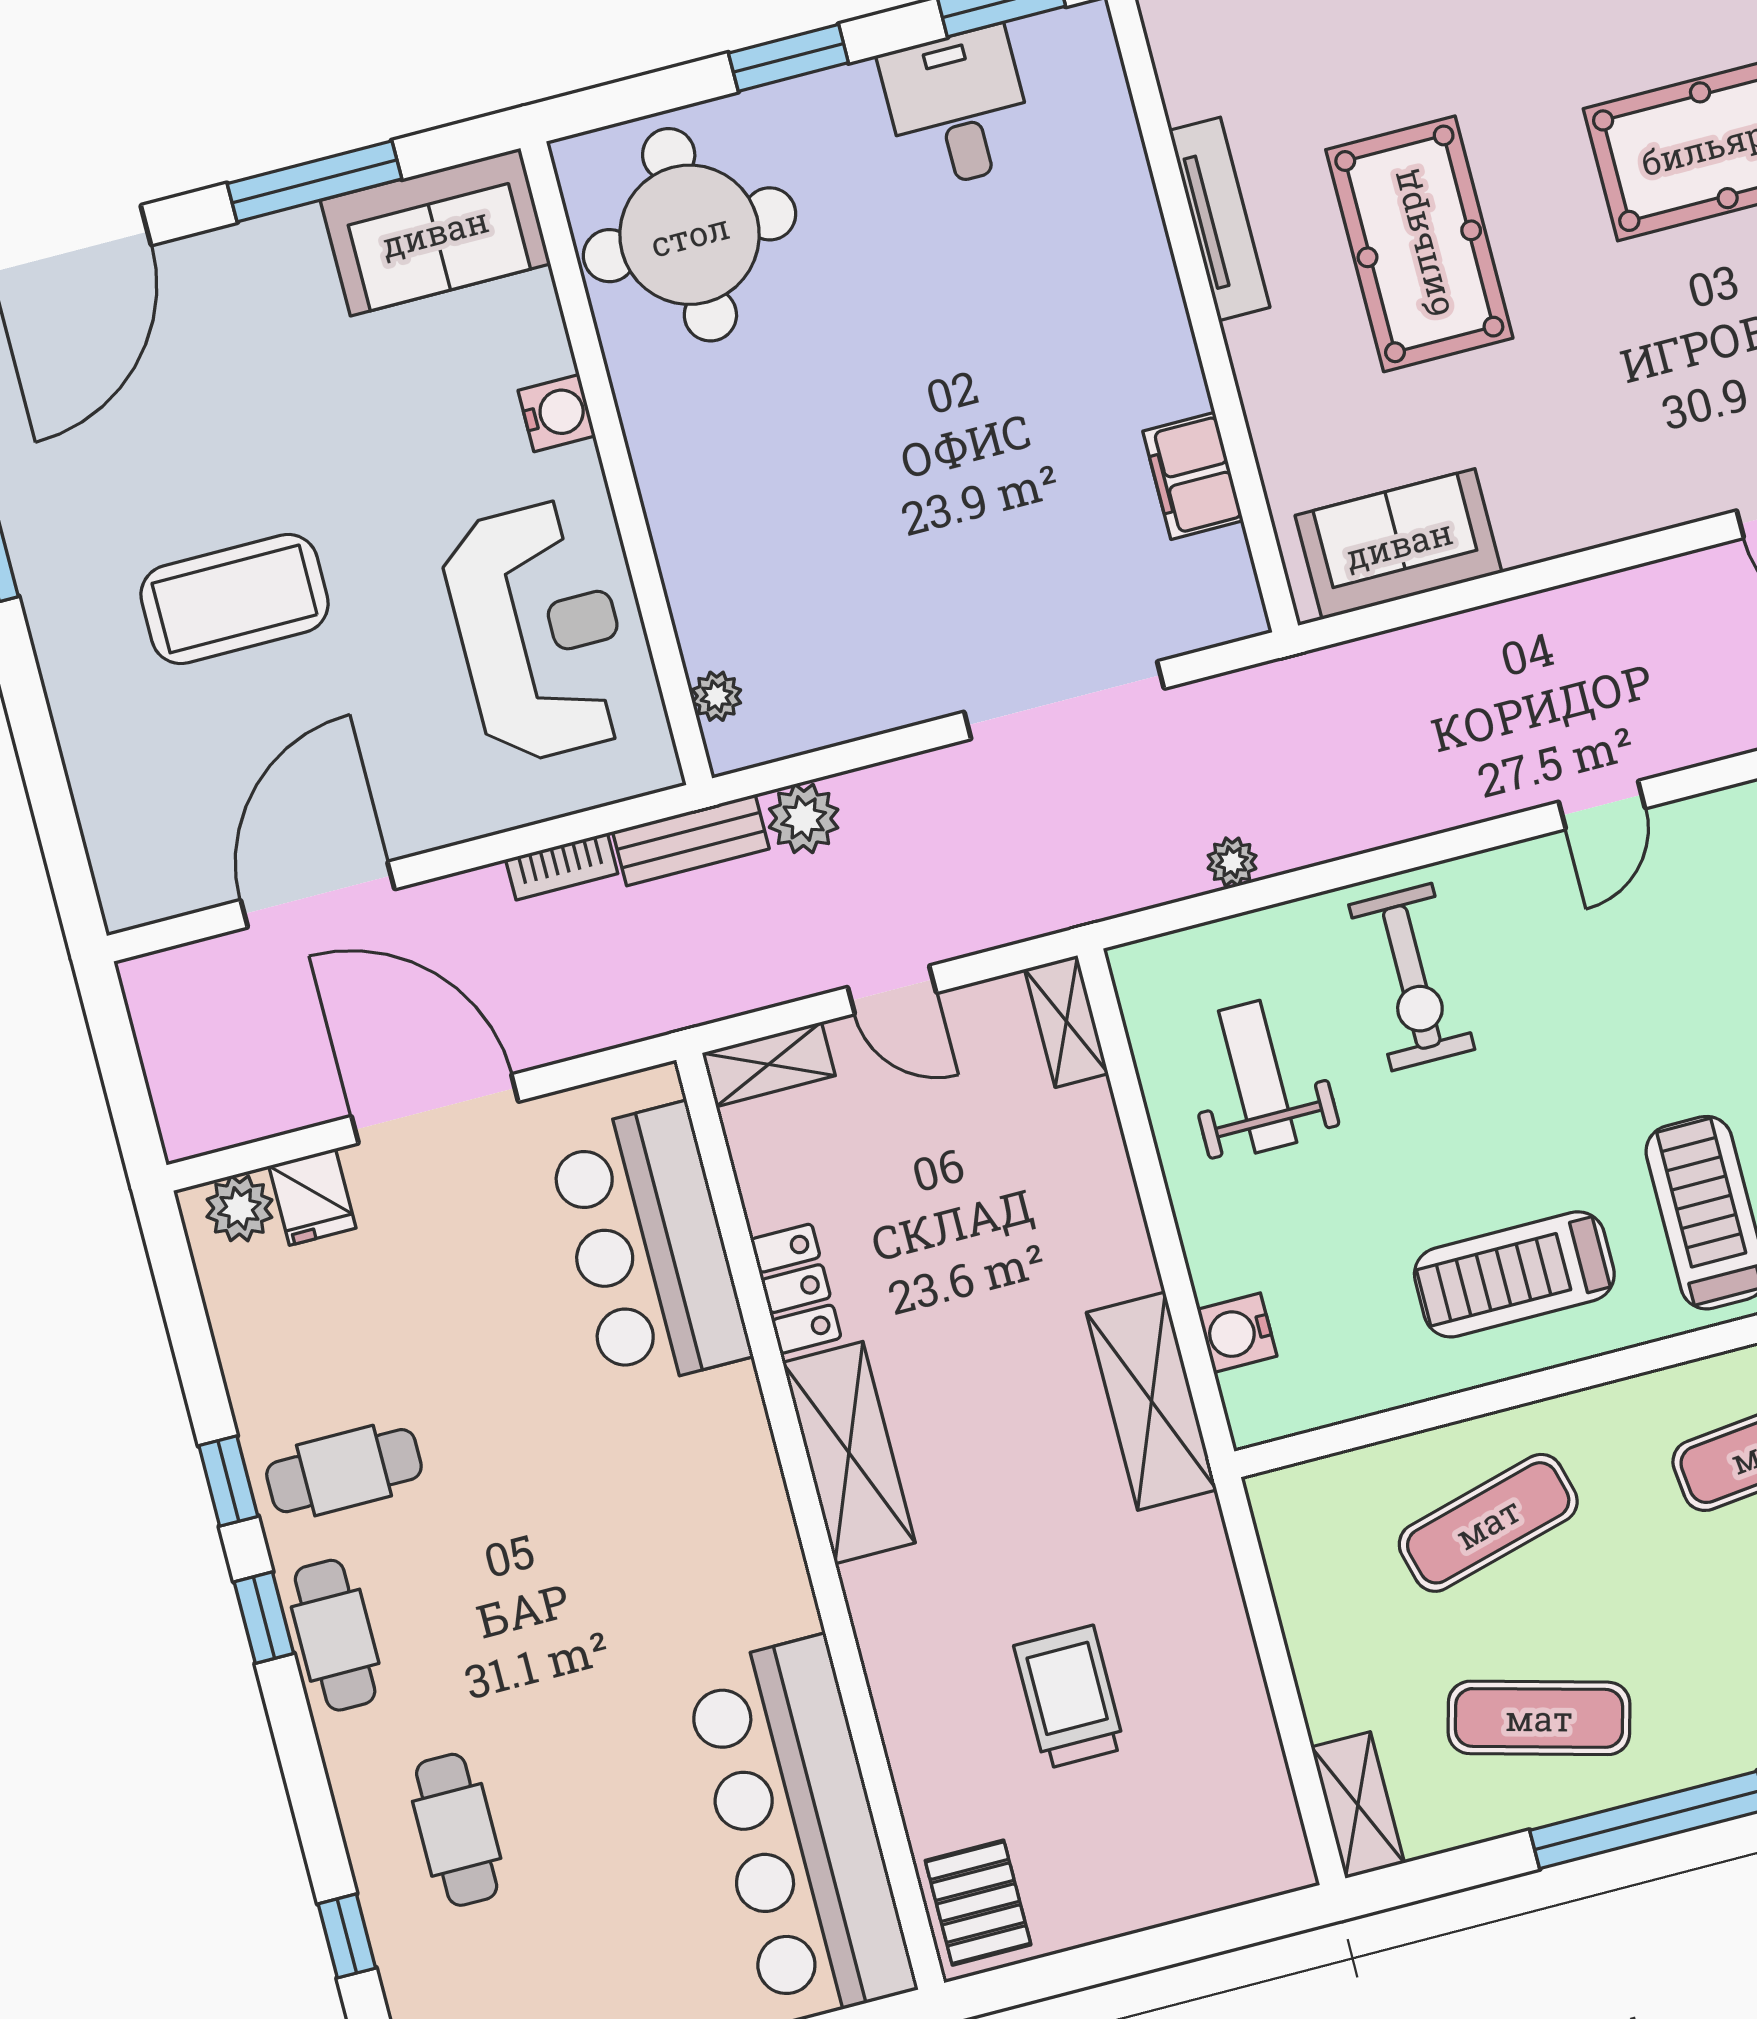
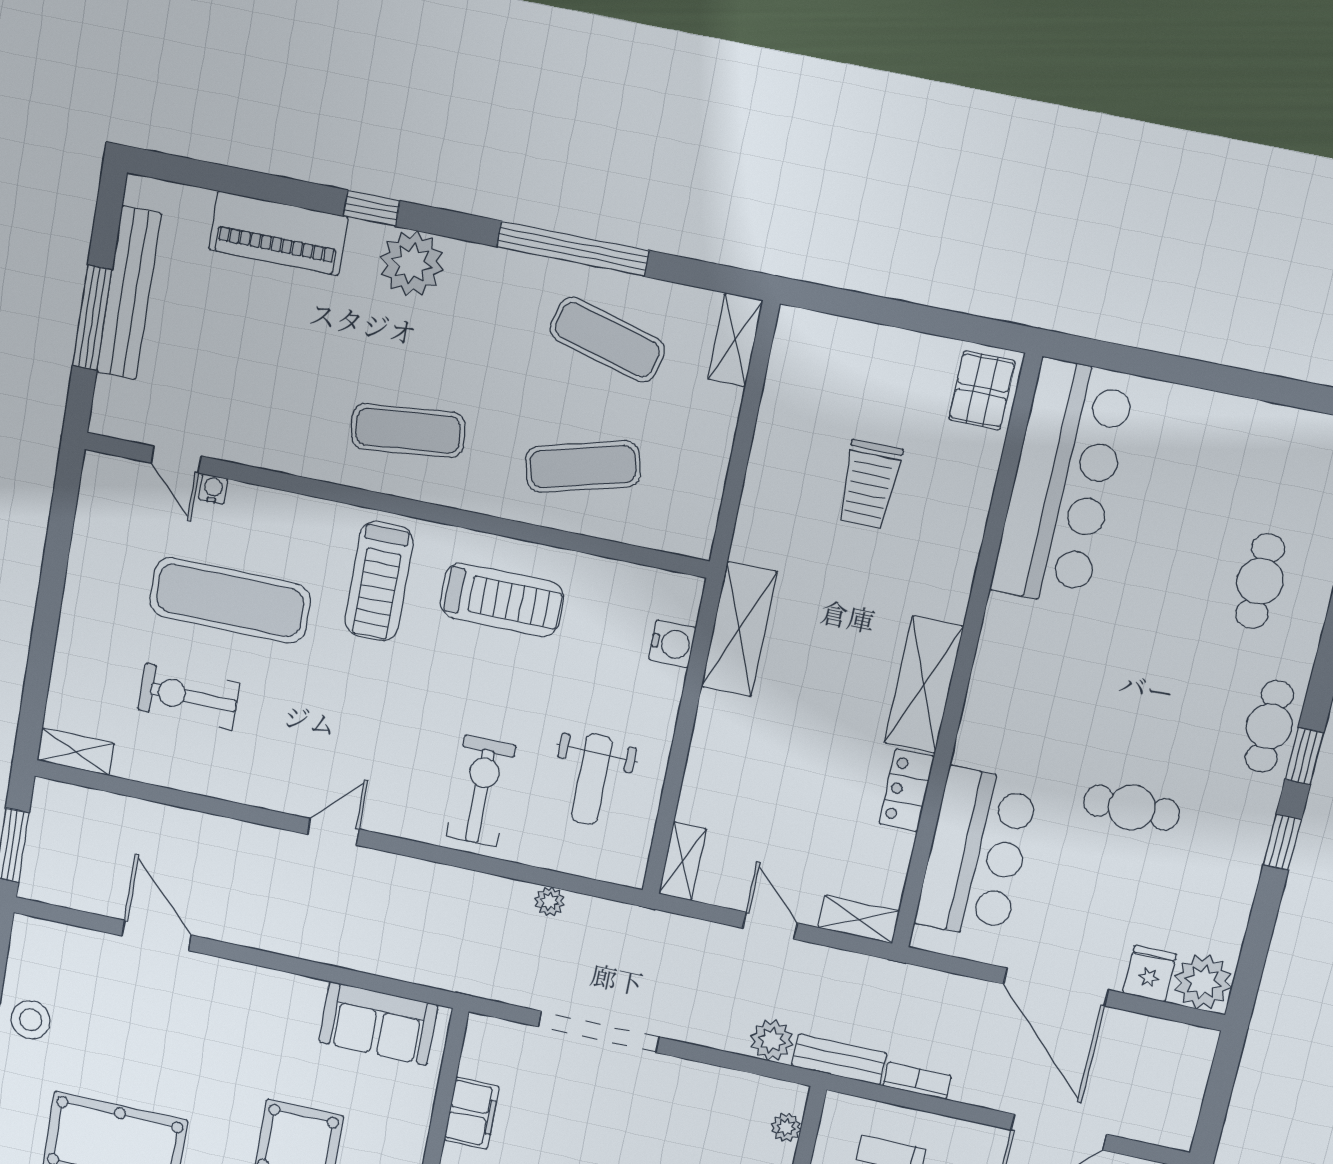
plant: (239, 1208) -> (1203, 982), width x1.36, depth x1.36
cafe table: (344, 1471) -> (1132, 808), moved

